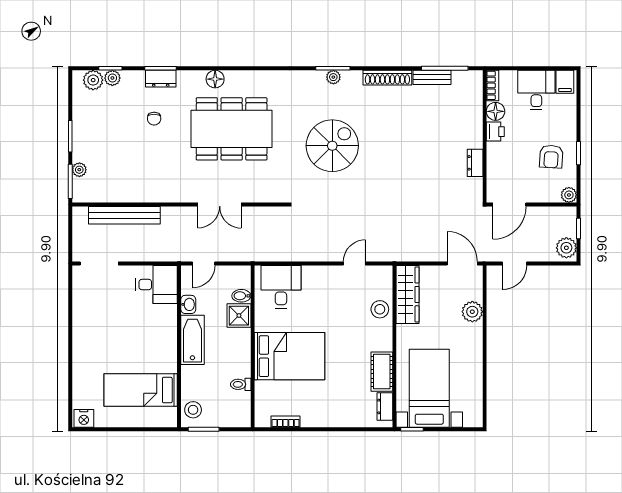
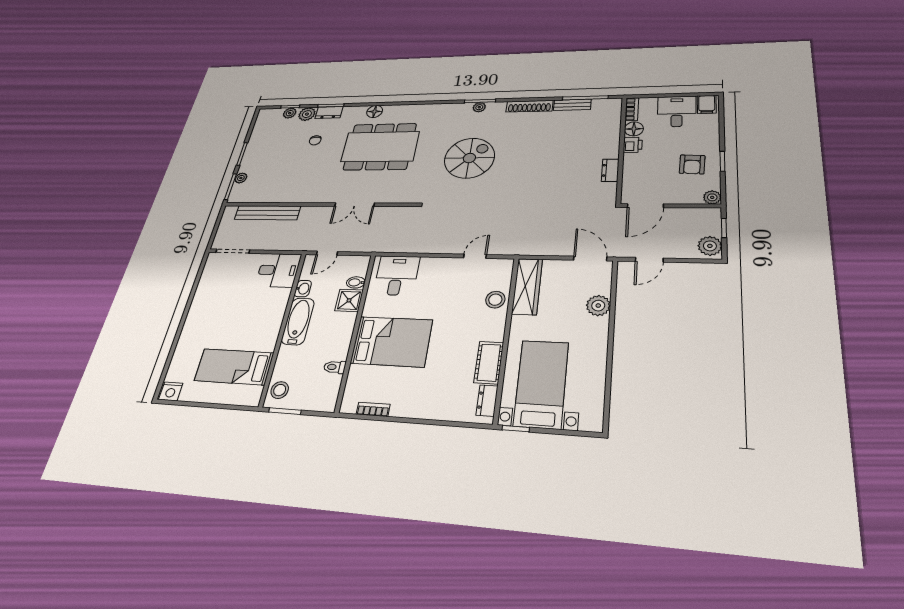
plant: (93, 80) -> (307, 114), moved

